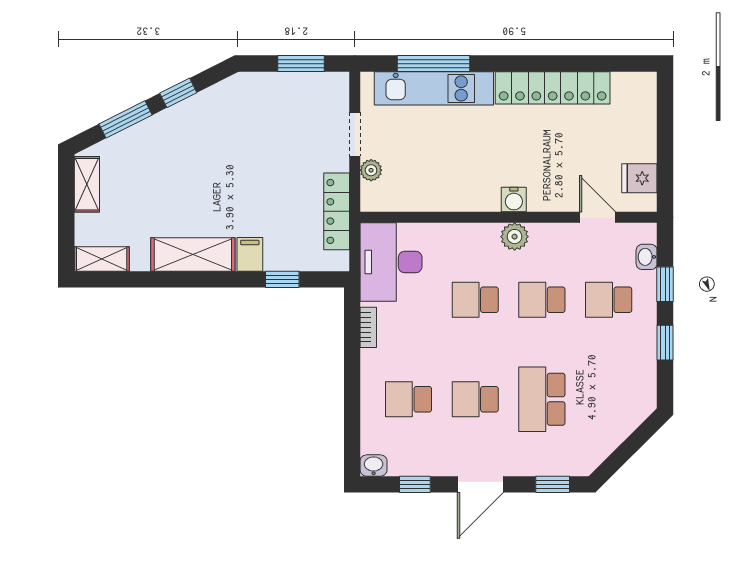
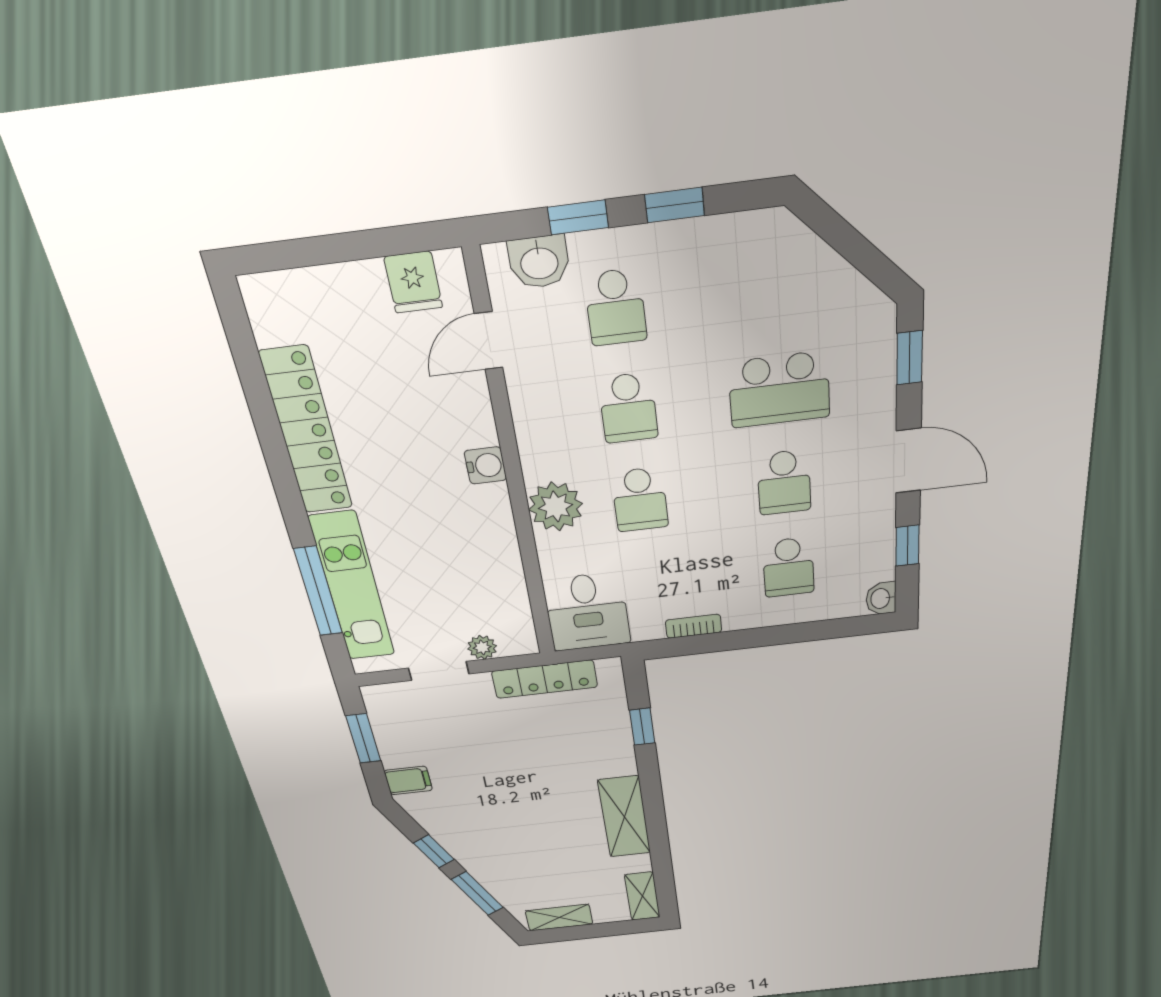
plant: (515, 237) -> (556, 507), moved, width x1.36, depth x1.36
filing cabinet: (250, 254) -> (408, 780), moved, turned 180
washbasin: (647, 257) -> (539, 262), width x1.38, depth x1.45
desk: (391, 262) -> (587, 612), width x0.73

